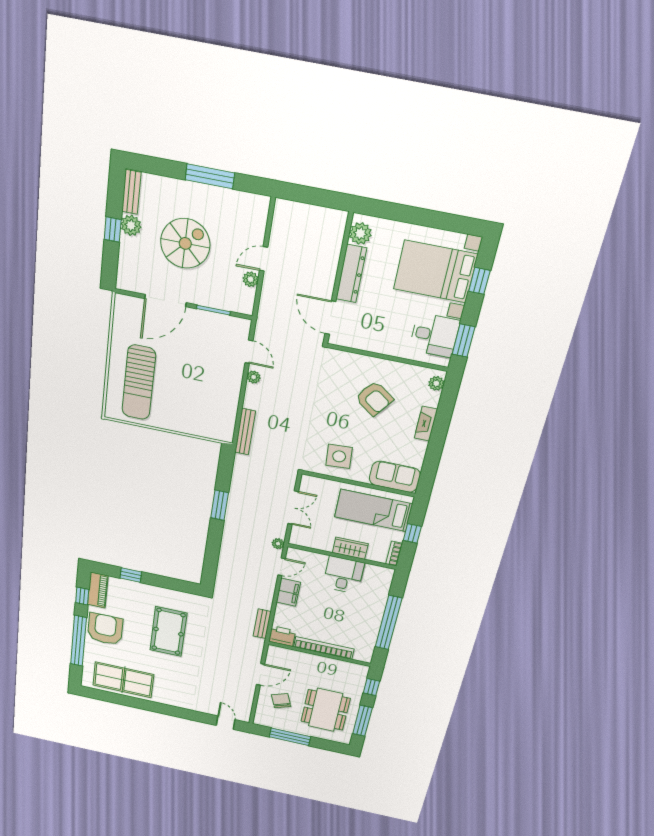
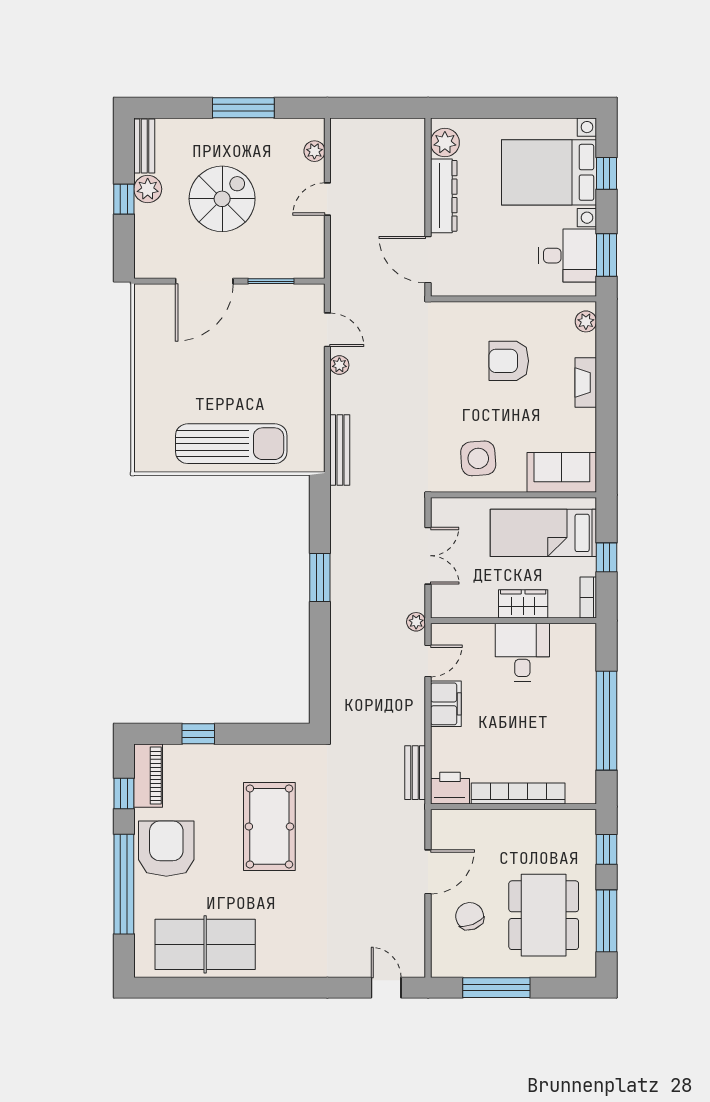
plant: (251, 279) -> (314, 151), moved
sun lounger: (139, 383) -> (231, 444), moved, turned -90
armchair: (374, 398) -> (509, 361), turned 144

